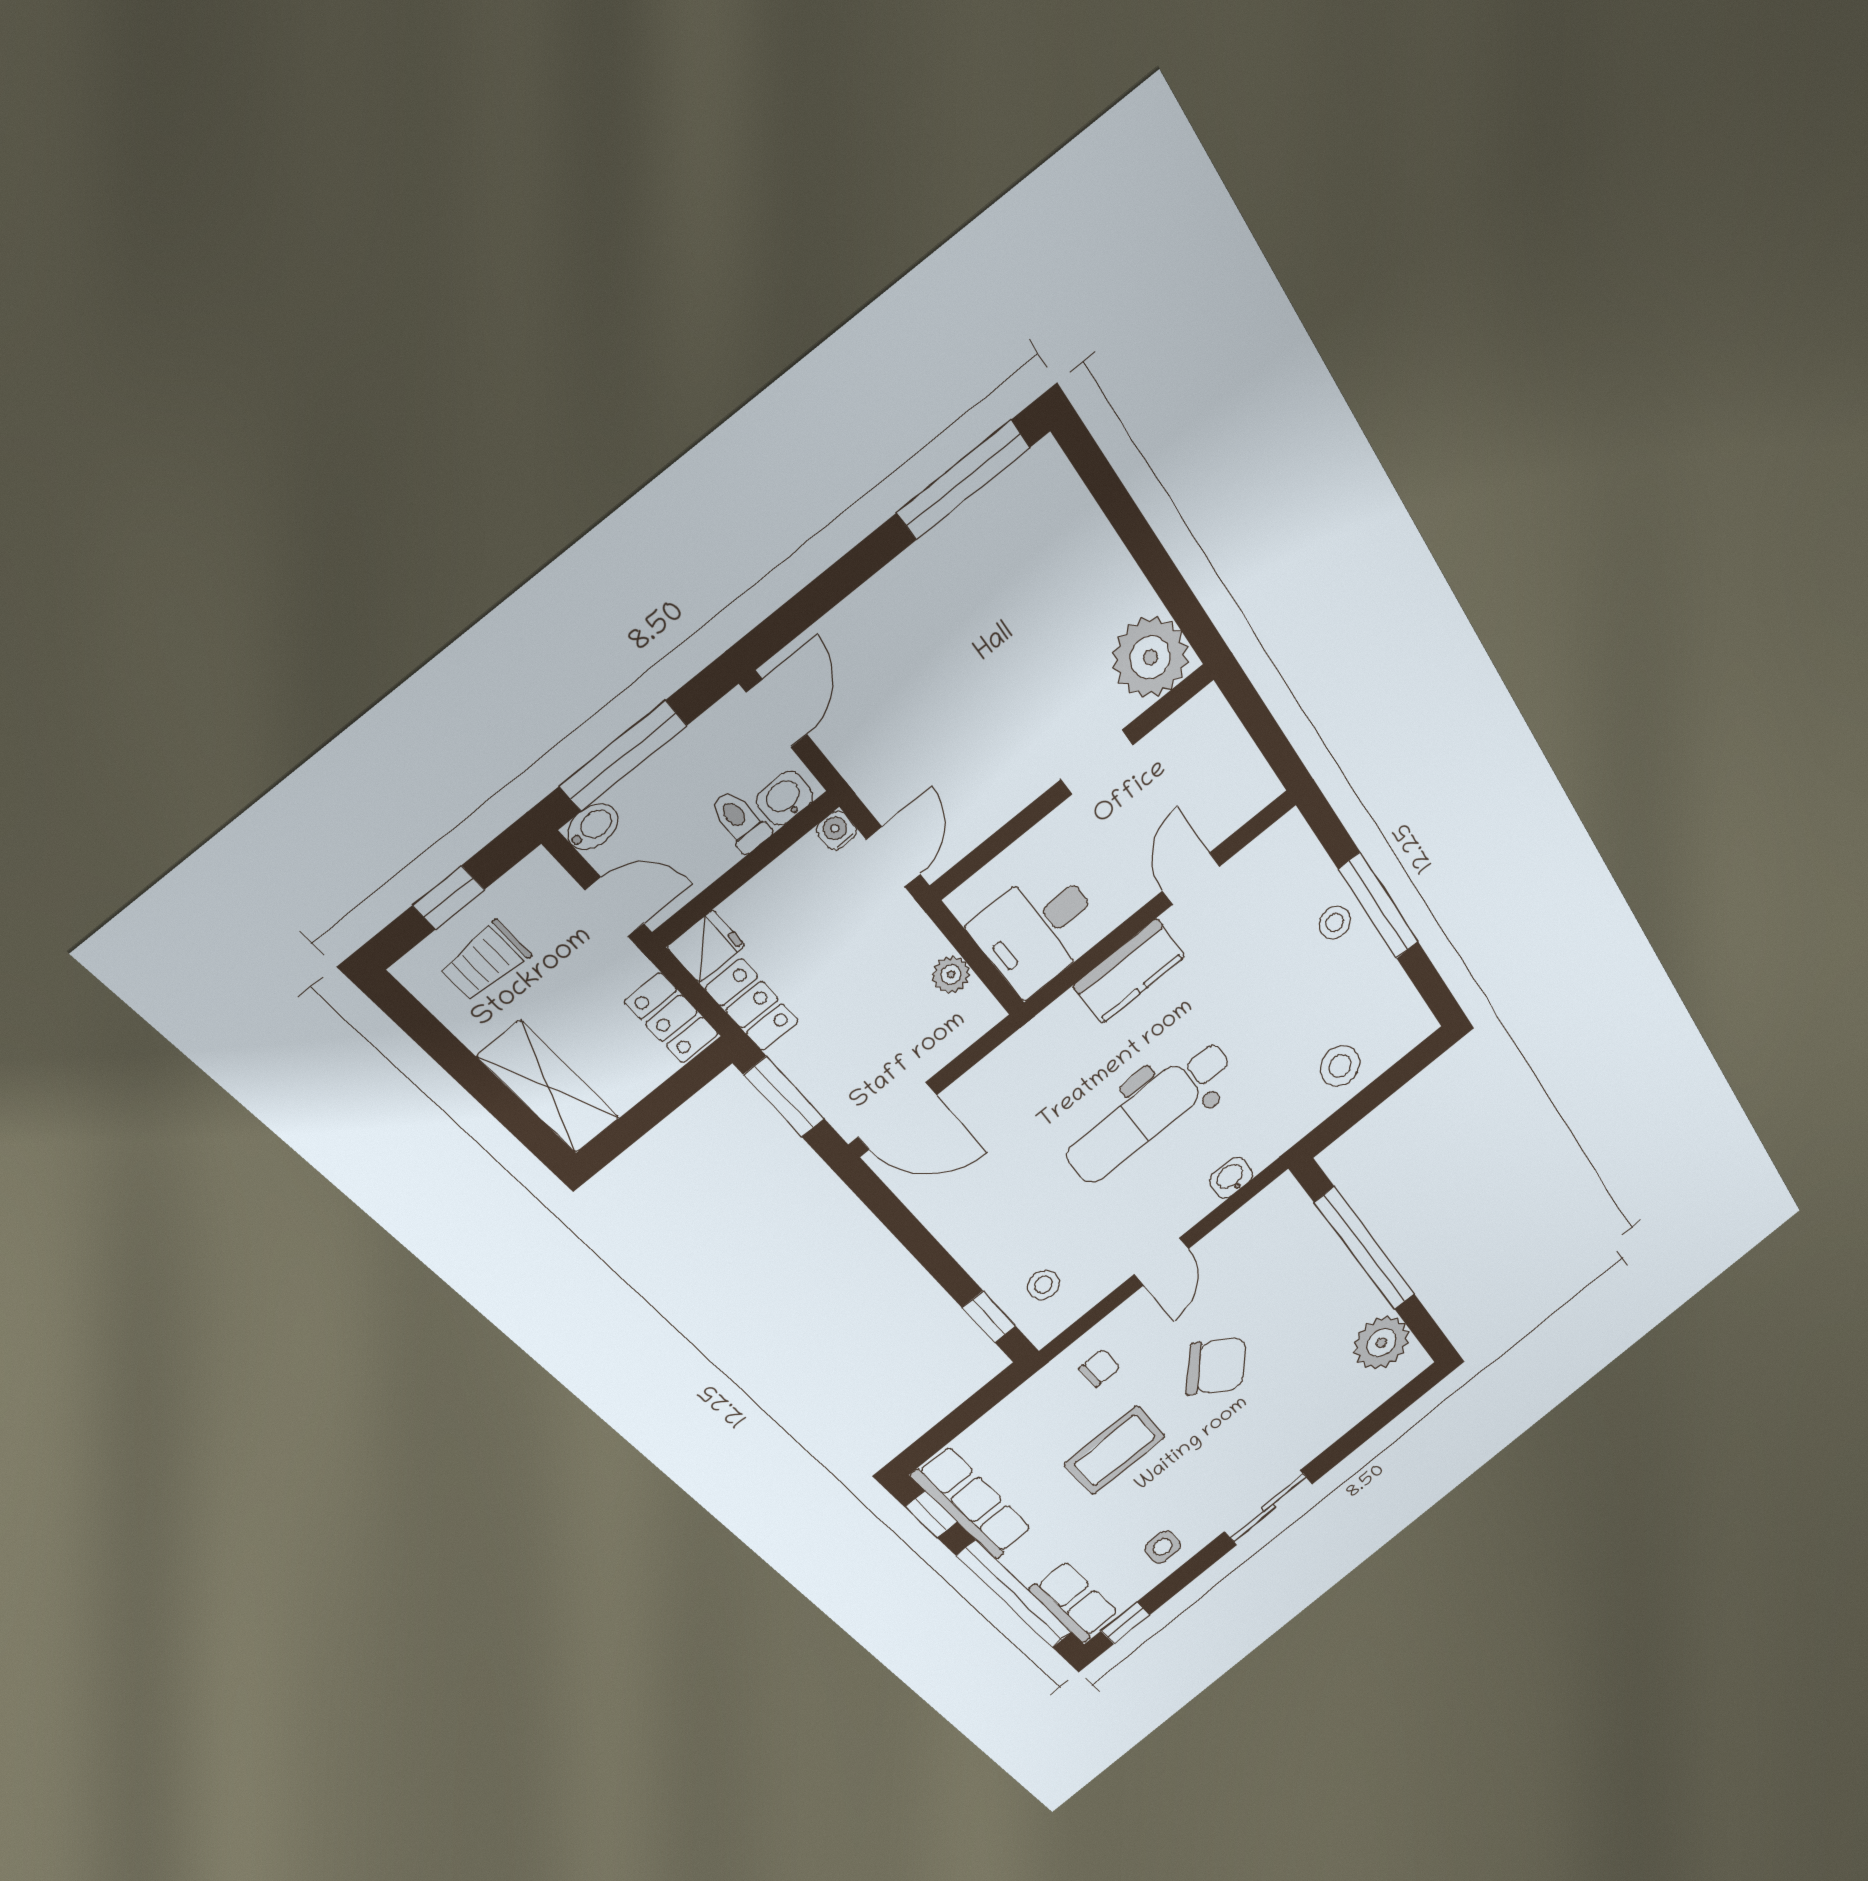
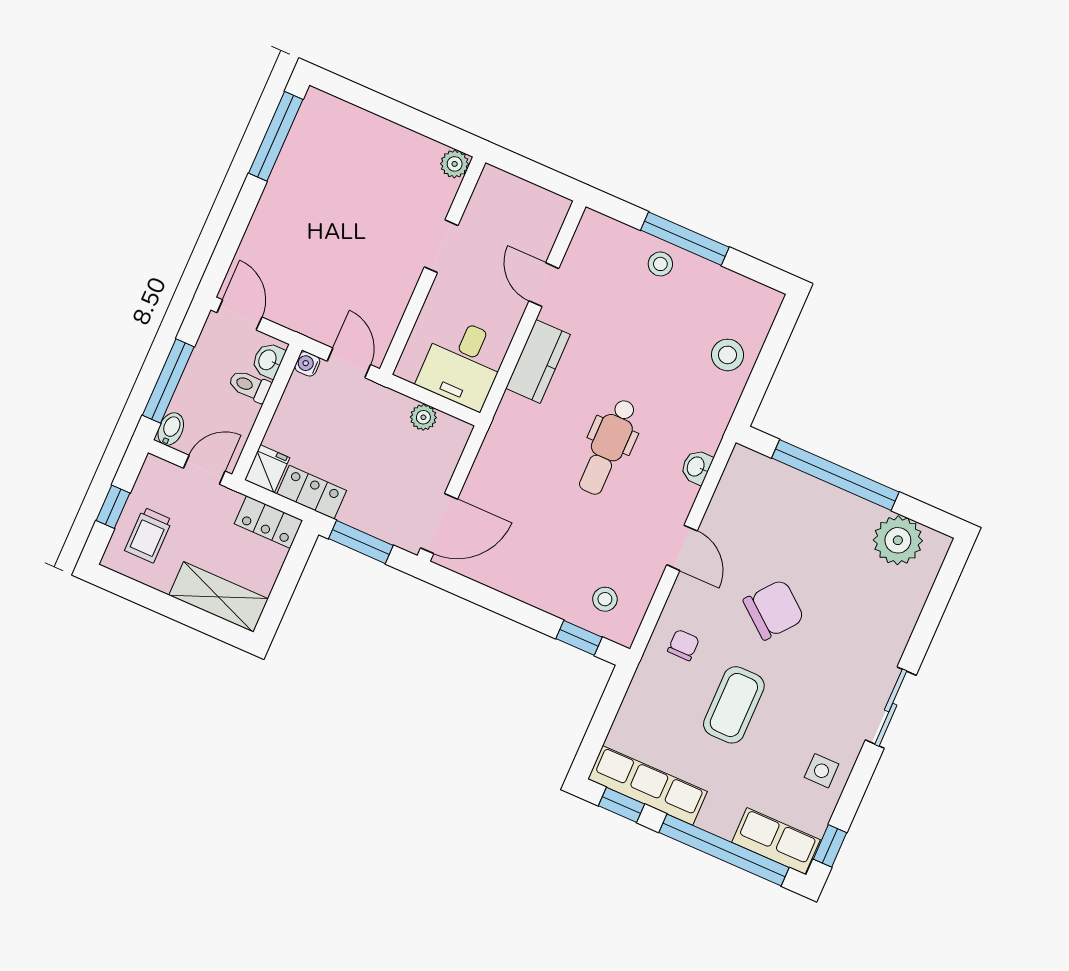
plant: (1150, 657) -> (455, 164), width x0.53, depth x0.53
dental chair: (1149, 1112) -> (608, 447), width x0.73, depth x0.72

